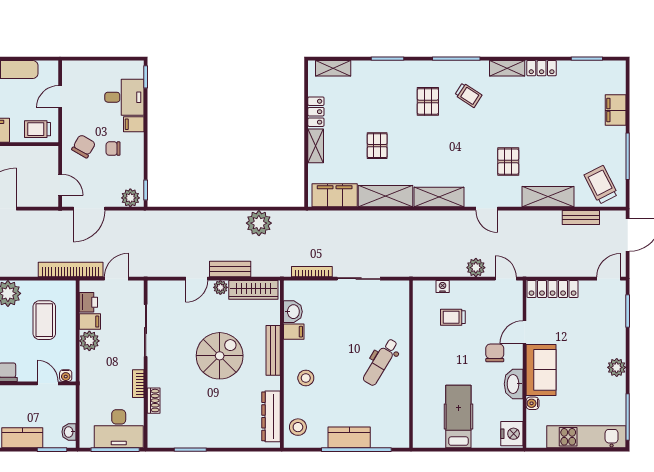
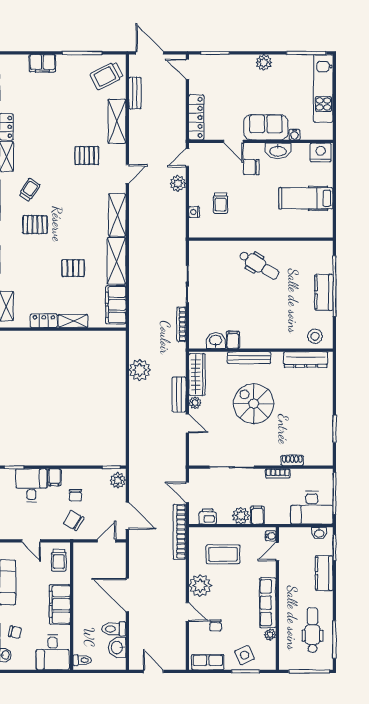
filing cabinet: (90, 322) -> (257, 515), moved
stool: (306, 378) -> (273, 330), removed
desk: (119, 429) -> (312, 508), moved, turned 90

